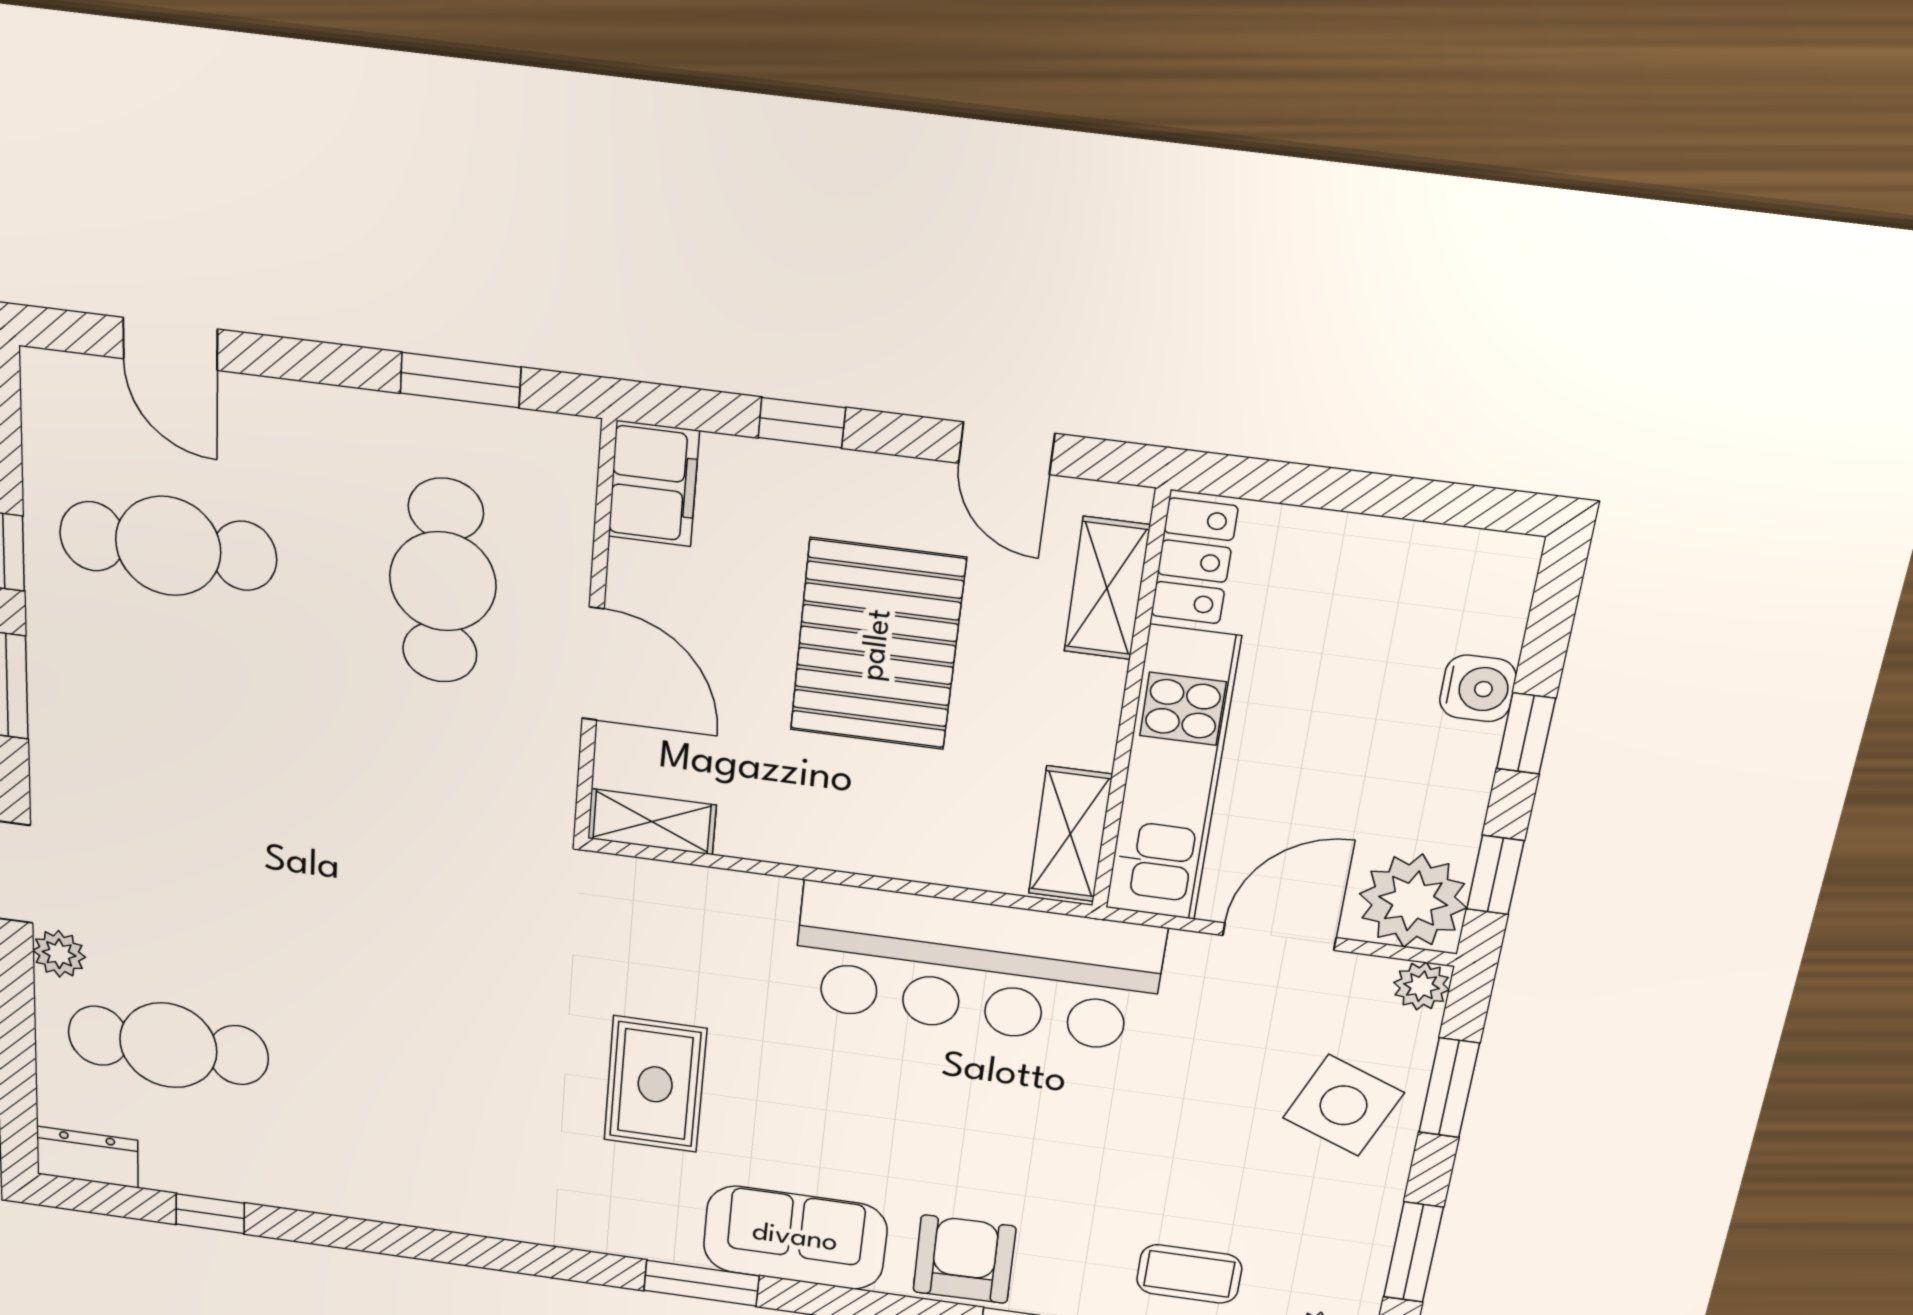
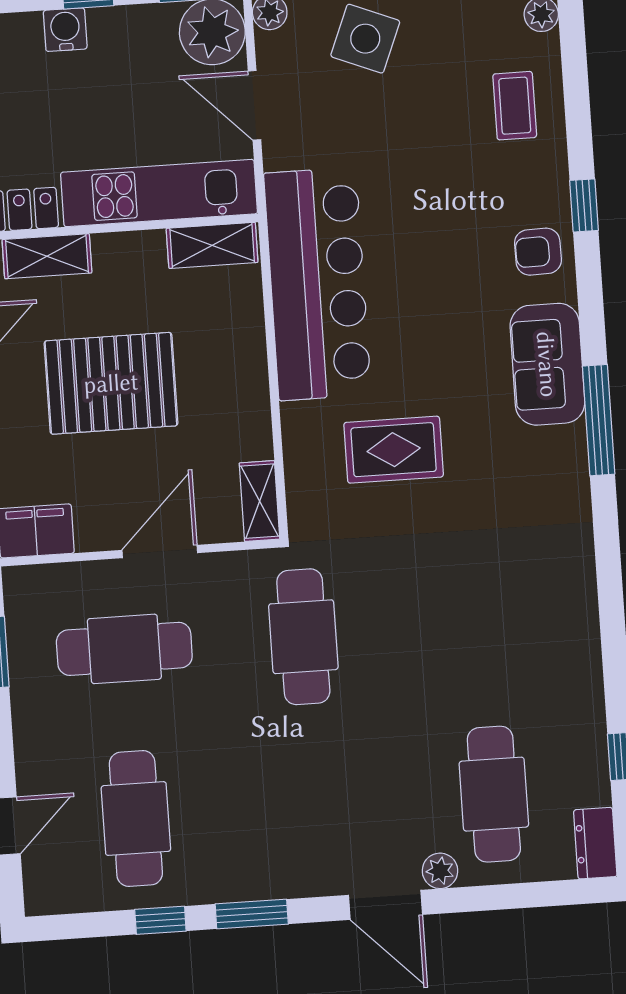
cafe table: (432, 841) -> (303, 637), added
rug: (655, 1084) -> (394, 450), moved
armchair: (964, 1259) -> (538, 252), width x0.72, depth x0.72
window: (701, 1283) -> (599, 420), width x1.44

